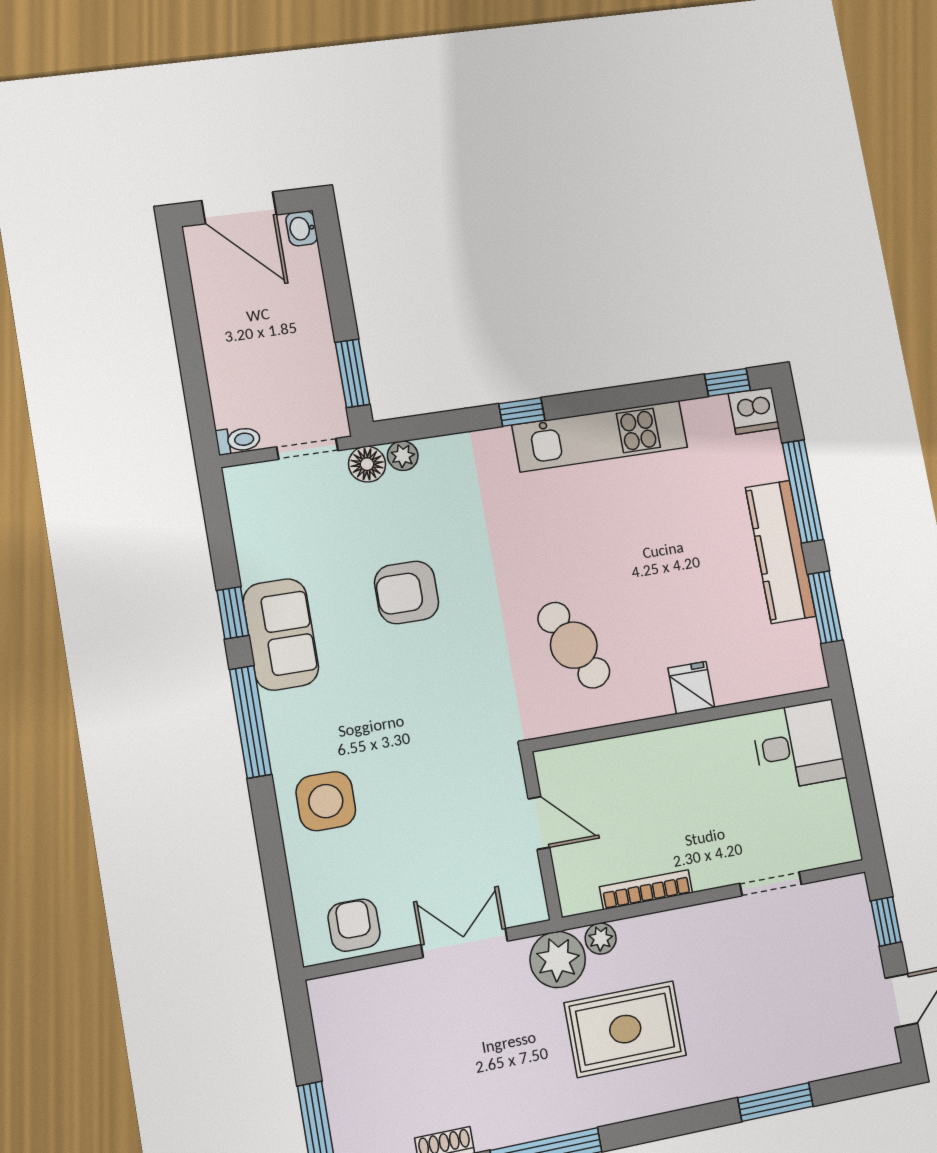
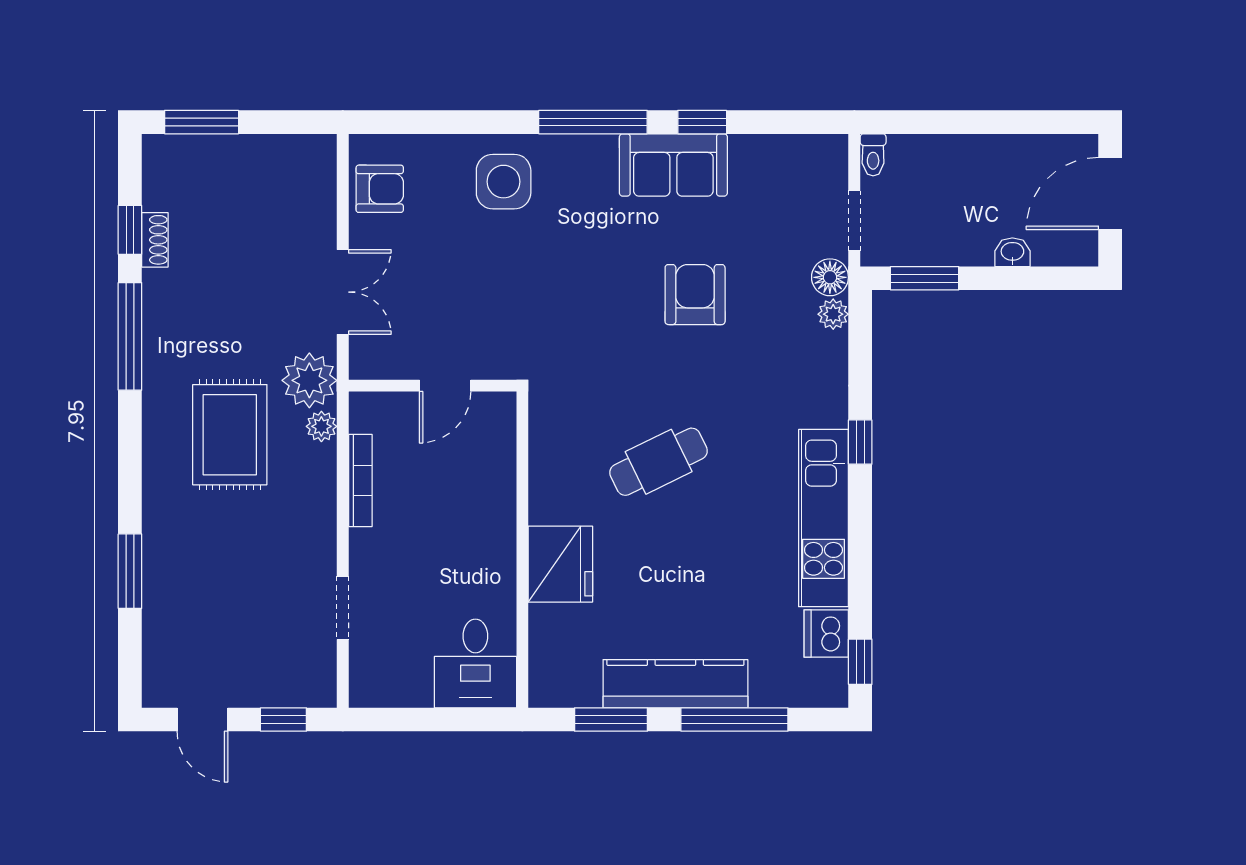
washbasin: (302, 228) -> (1012, 252), moved
dishwasher: (754, 411) -> (826, 633), moved
cafe table: (574, 645) -> (659, 462), moved
fridge: (691, 688) -> (560, 564), width x1.88, depth x1.34

